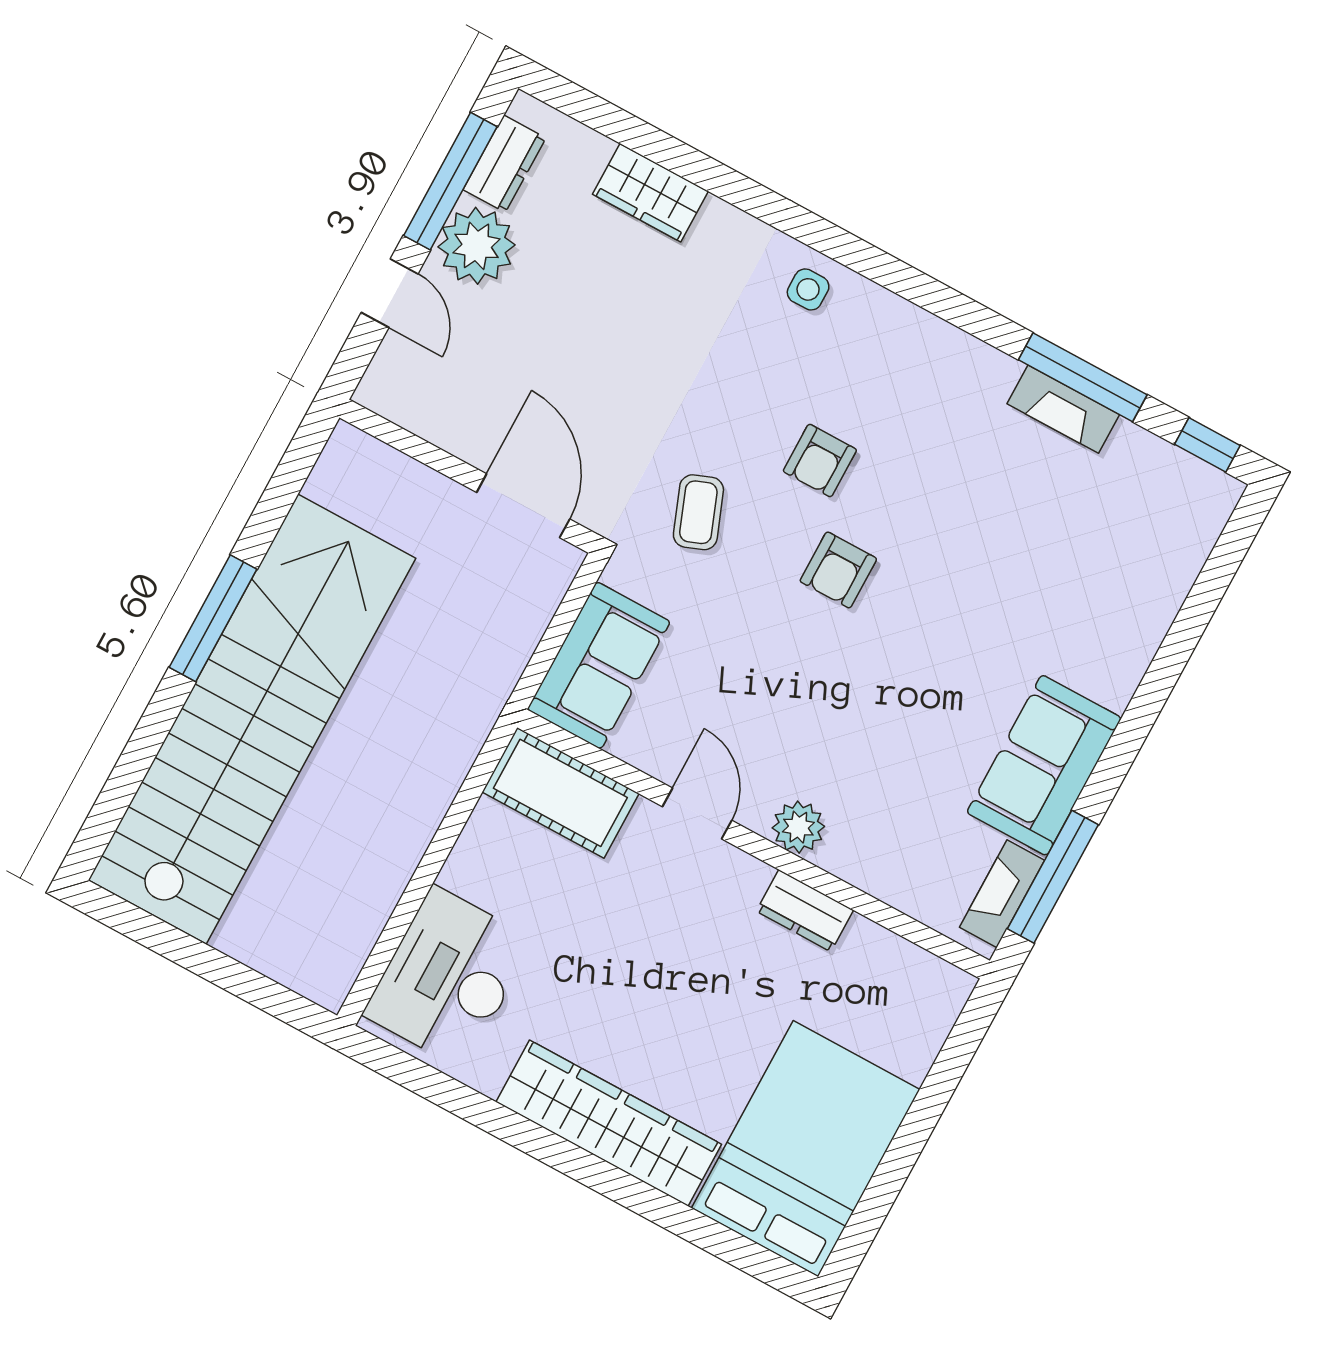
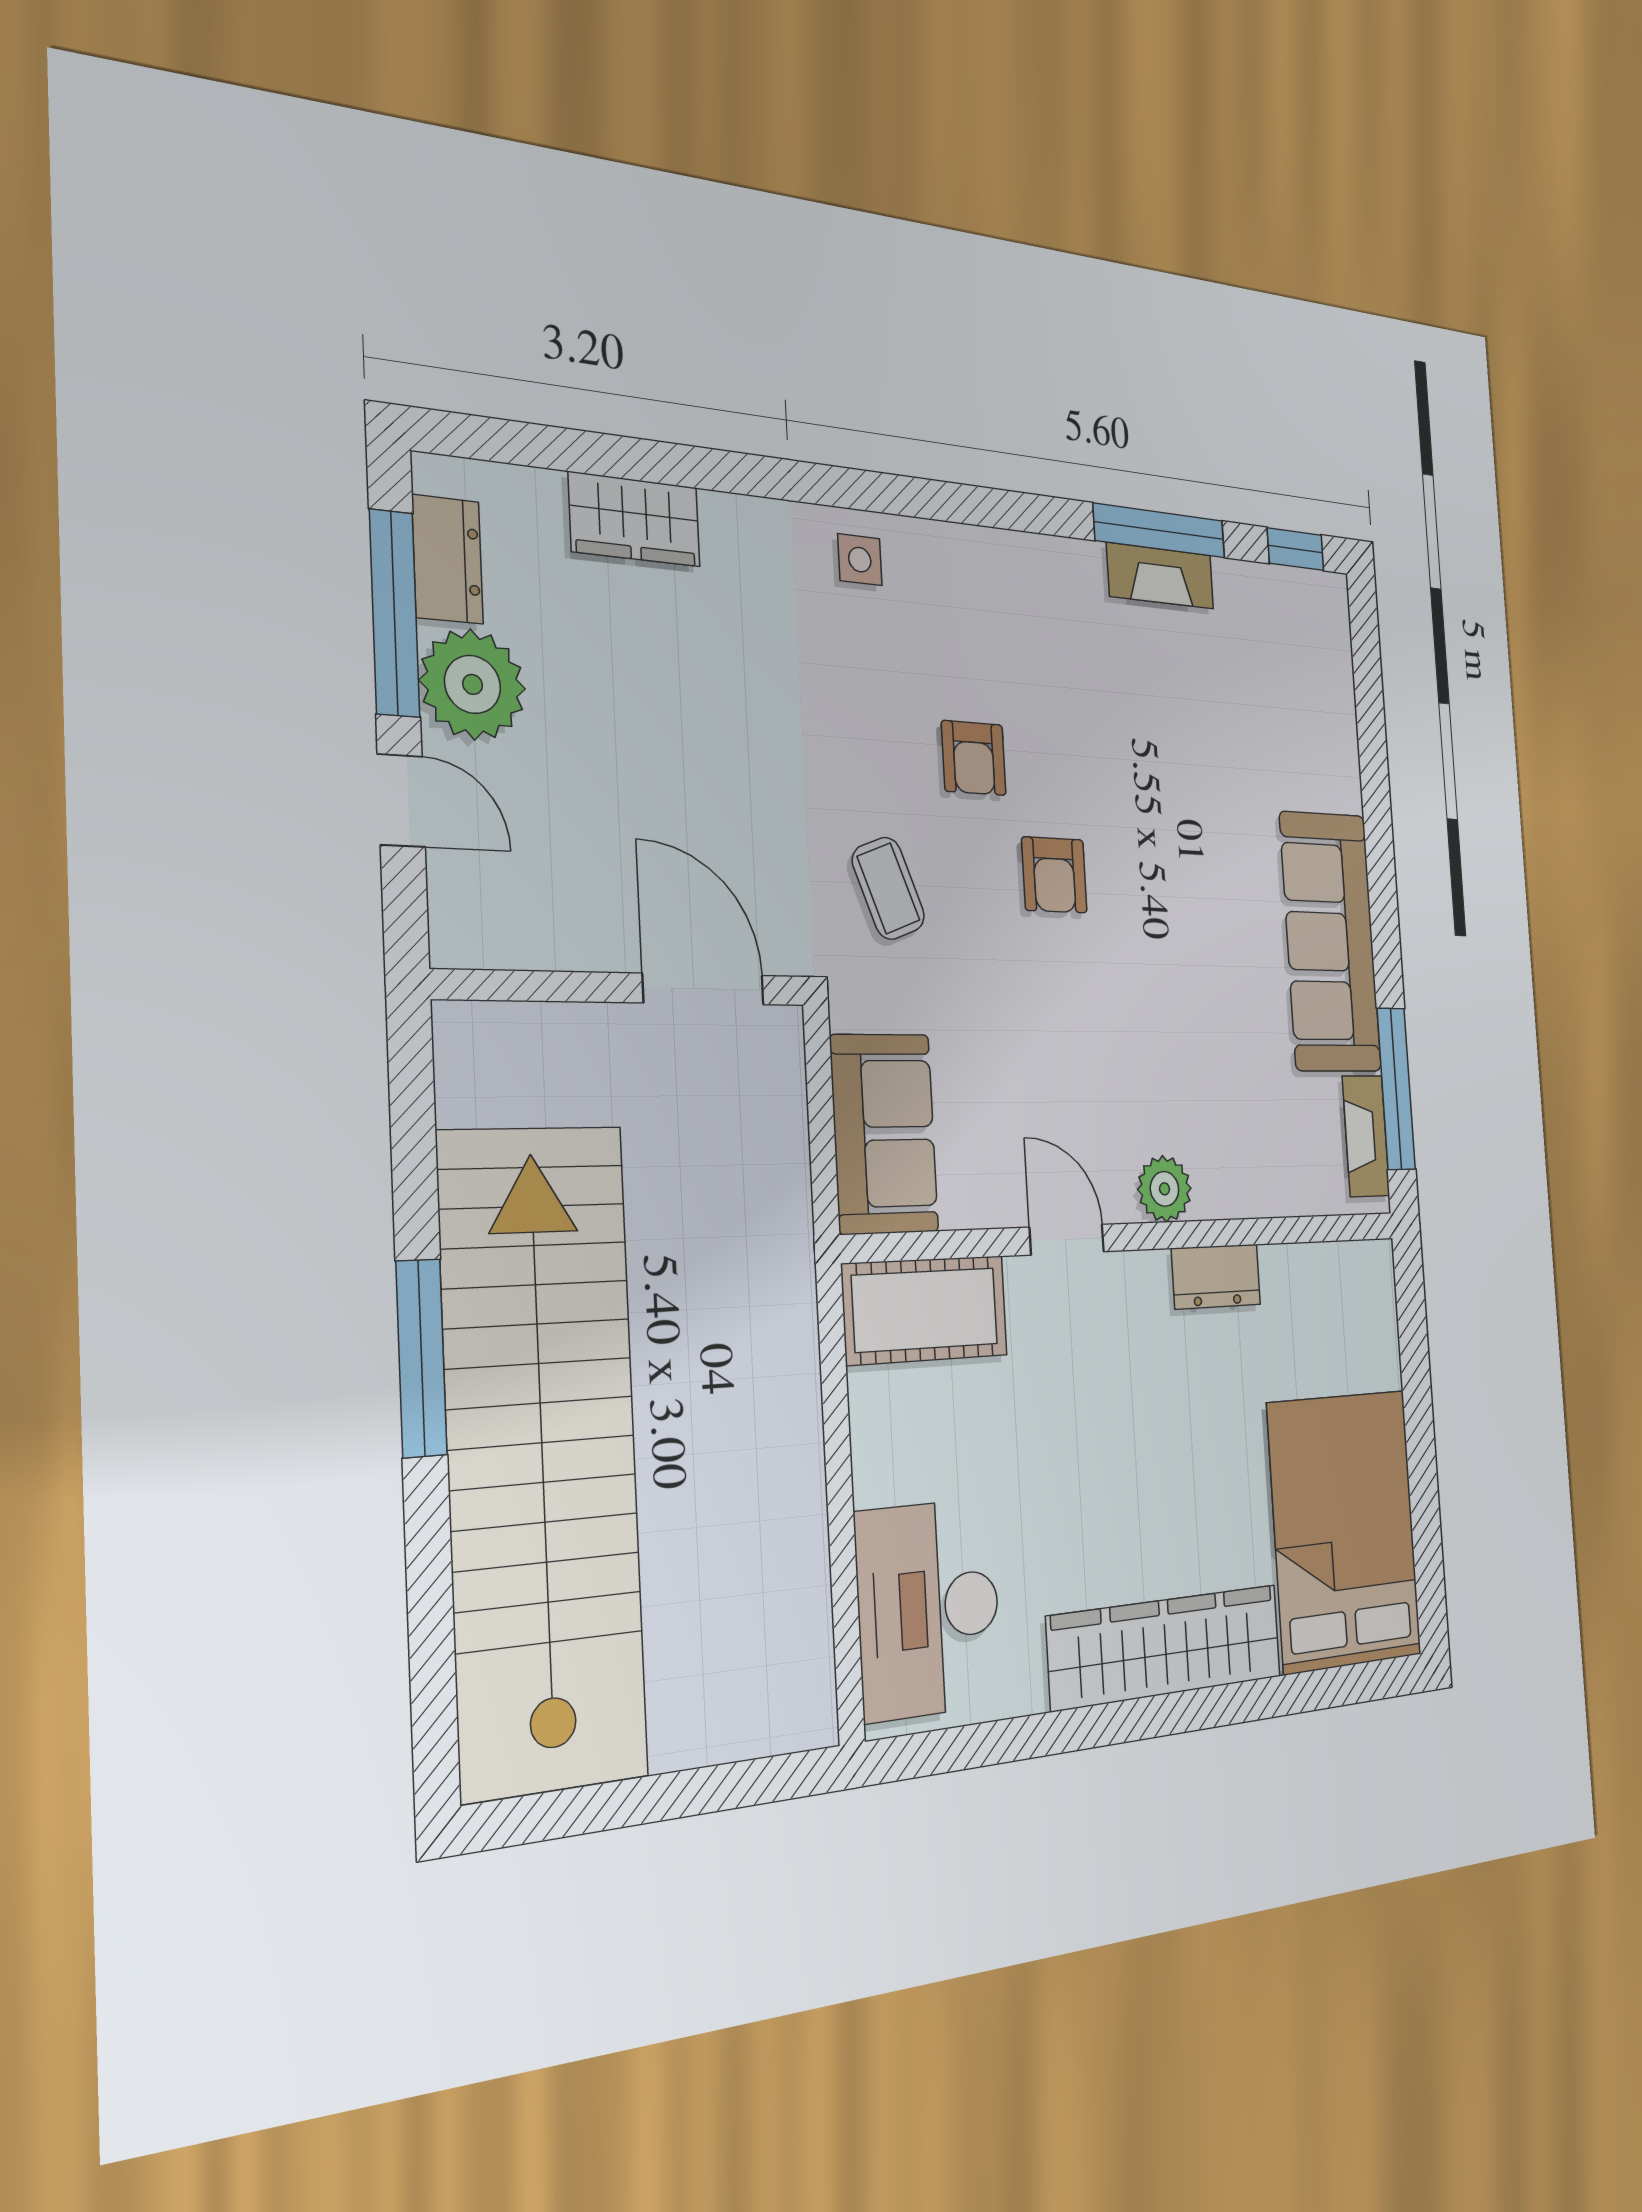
sofa: (1044, 765) -> (1330, 942), width x1.36

